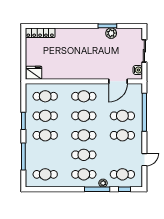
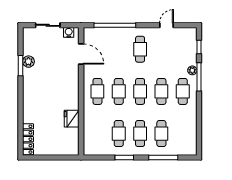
fridge: (34, 73) -> (72, 119), moved
cafe table: (45, 96) -> (97, 134), removed
cafe table: (122, 116) -> (119, 49), removed
door: (144, 160) -> (167, 25), hinge flipped
cafe table: (45, 174) -> (161, 134), moved
cafe table: (122, 174) -> (183, 49), removed

